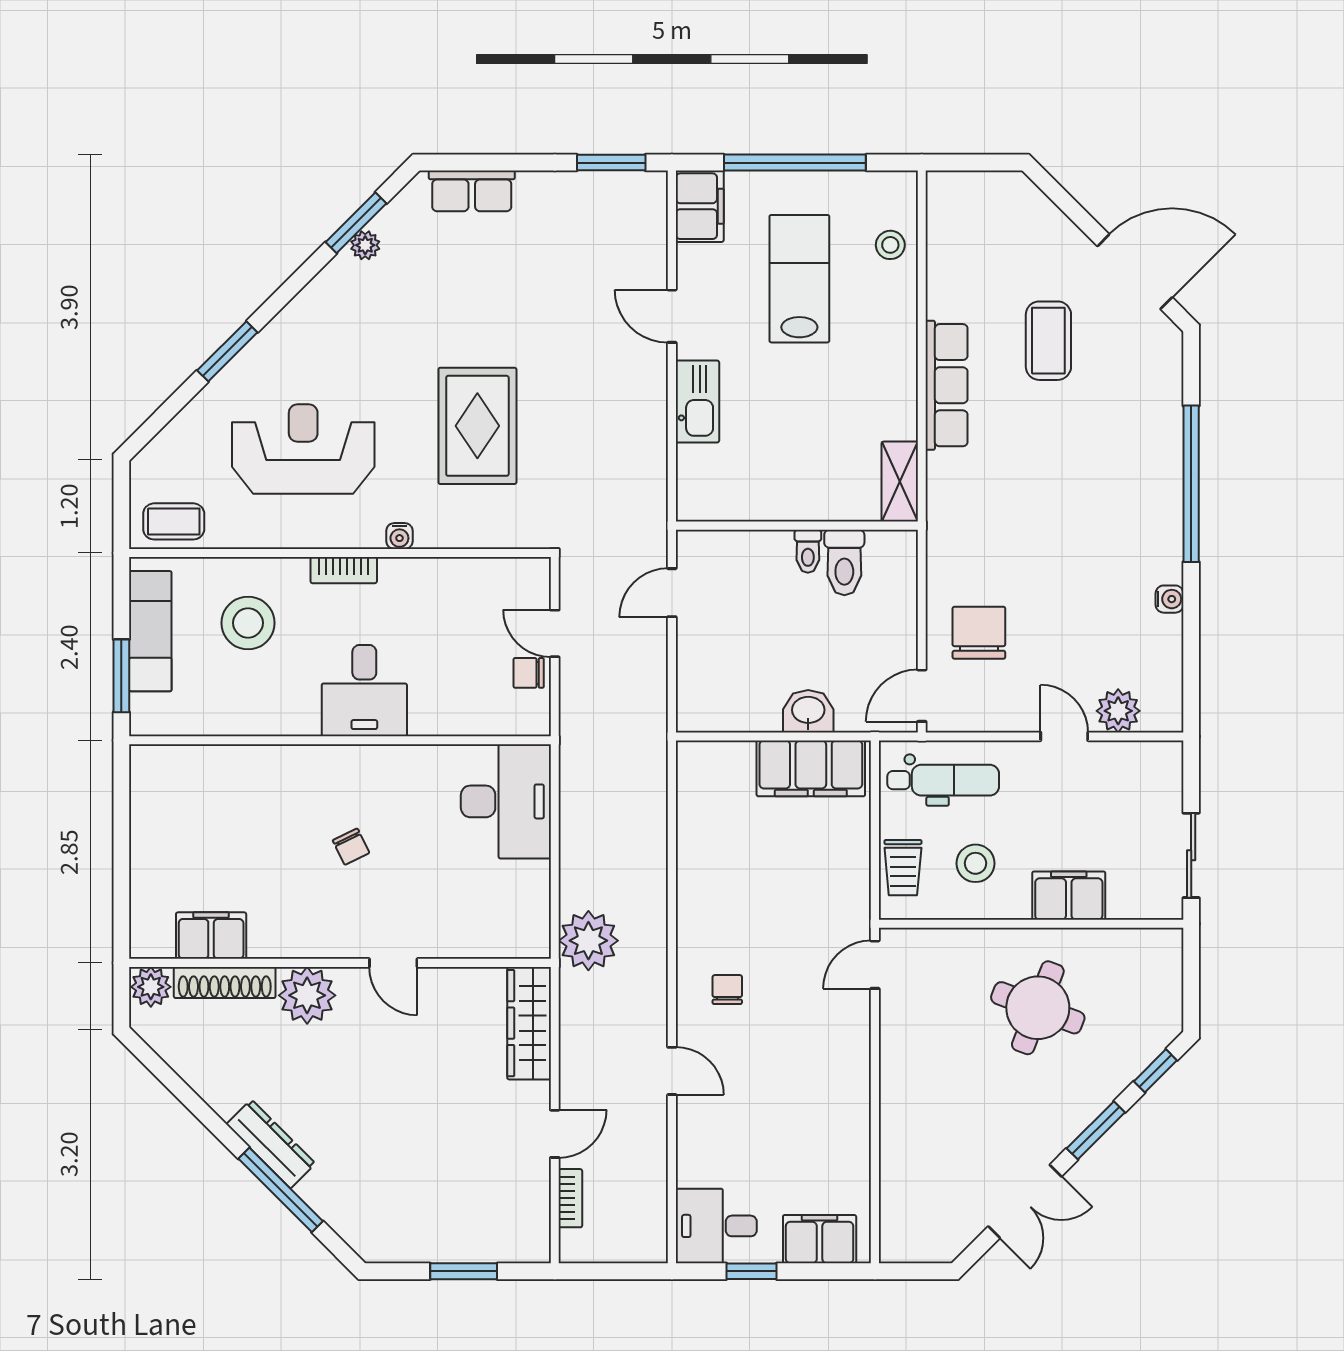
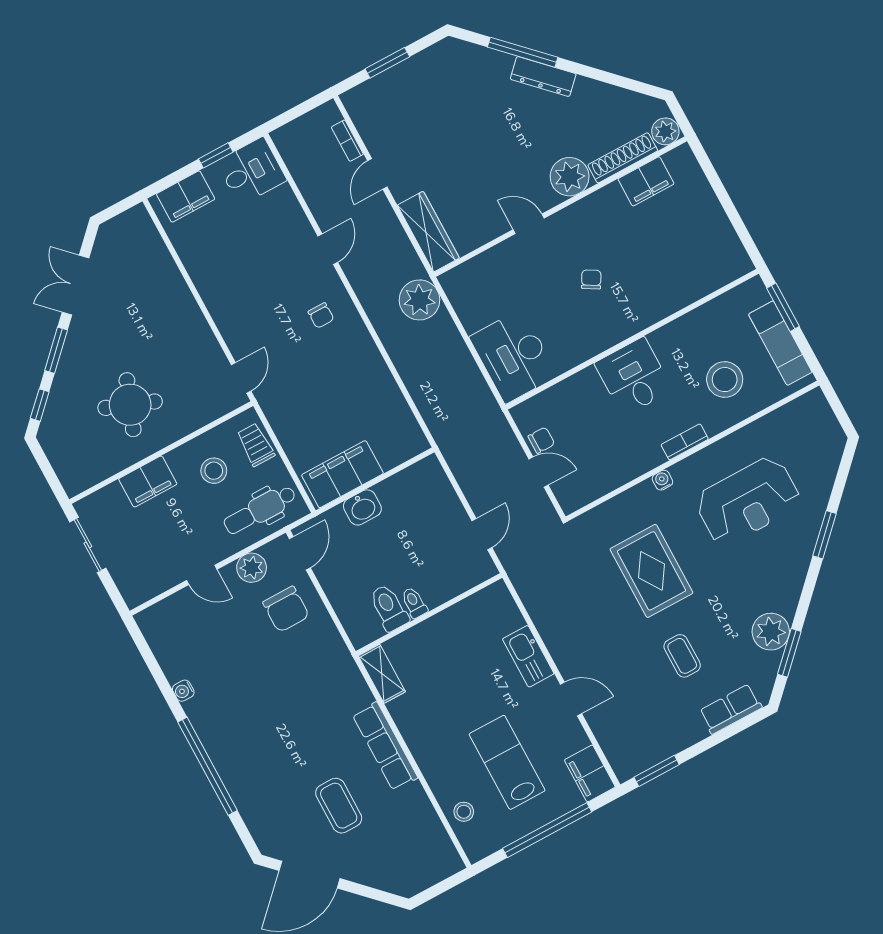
plant: (365, 245) -> (771, 632), width x1.88, depth x1.88
lab bench: (799, 279) -> (507, 762), turned 180
coffee table: (174, 521) -> (682, 656), moved, turned 90
plant: (1118, 711) -> (252, 568), moved
chair: (351, 847) -> (591, 279), turned 56
door: (672, 1071) -> (328, 249), swing flipped

